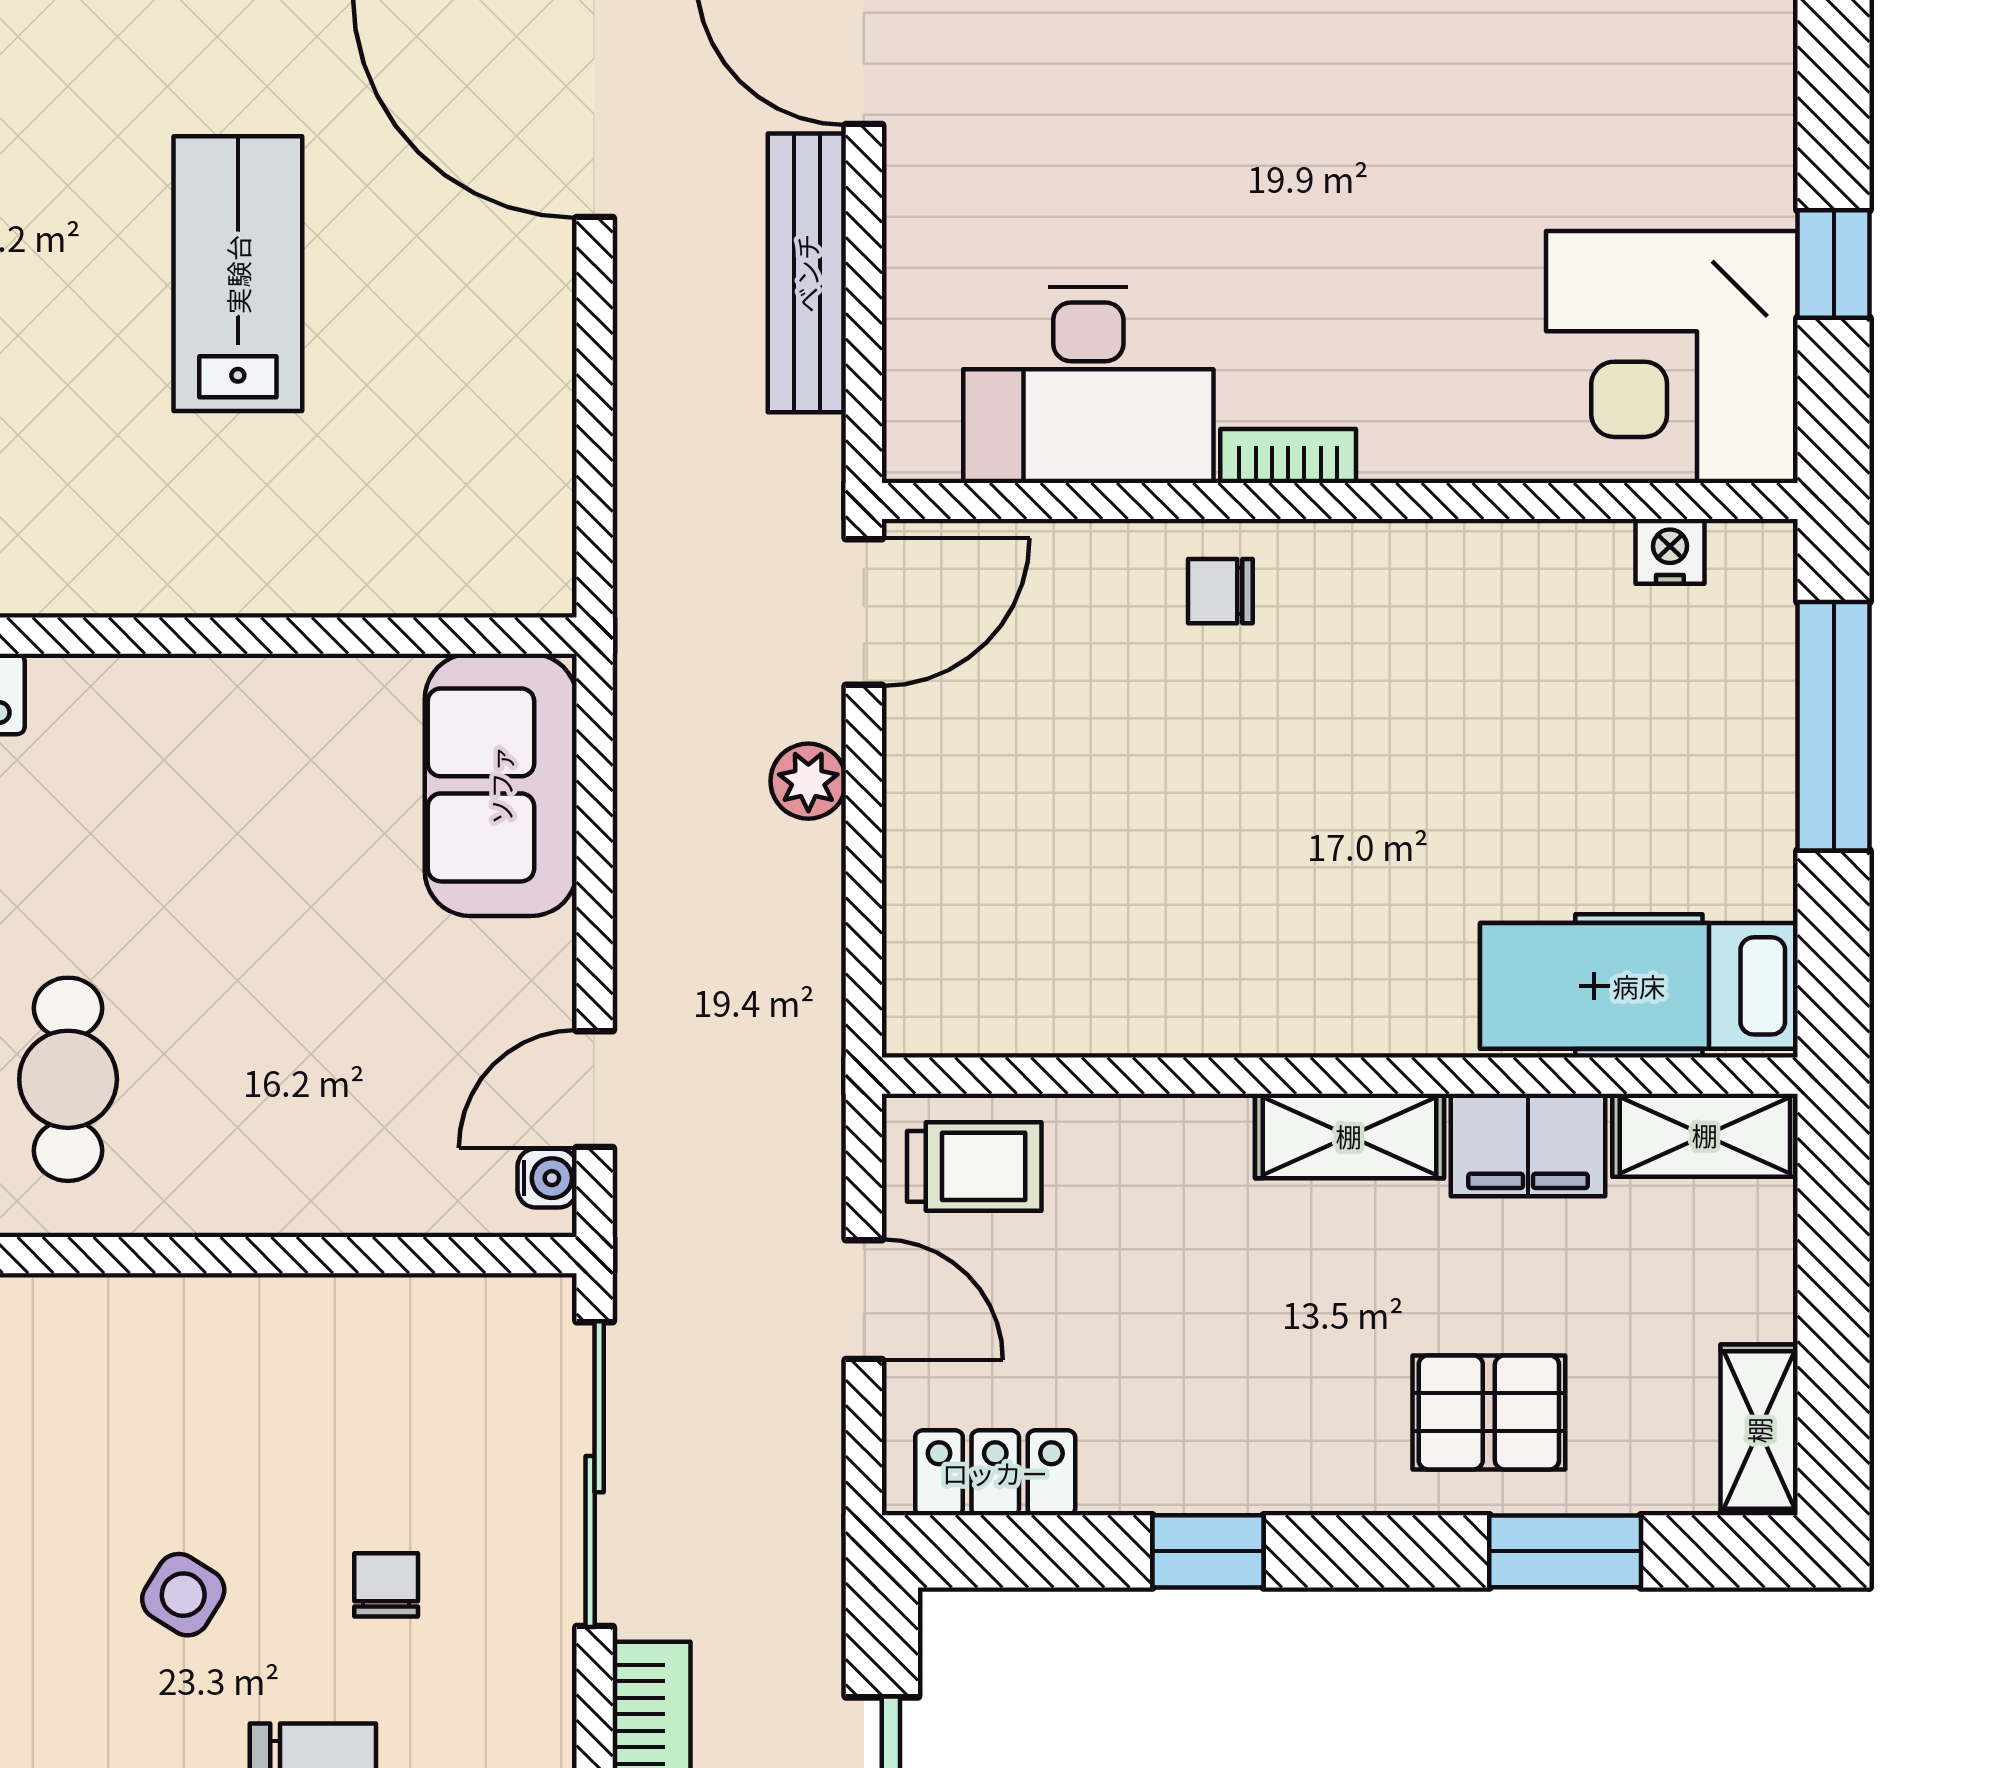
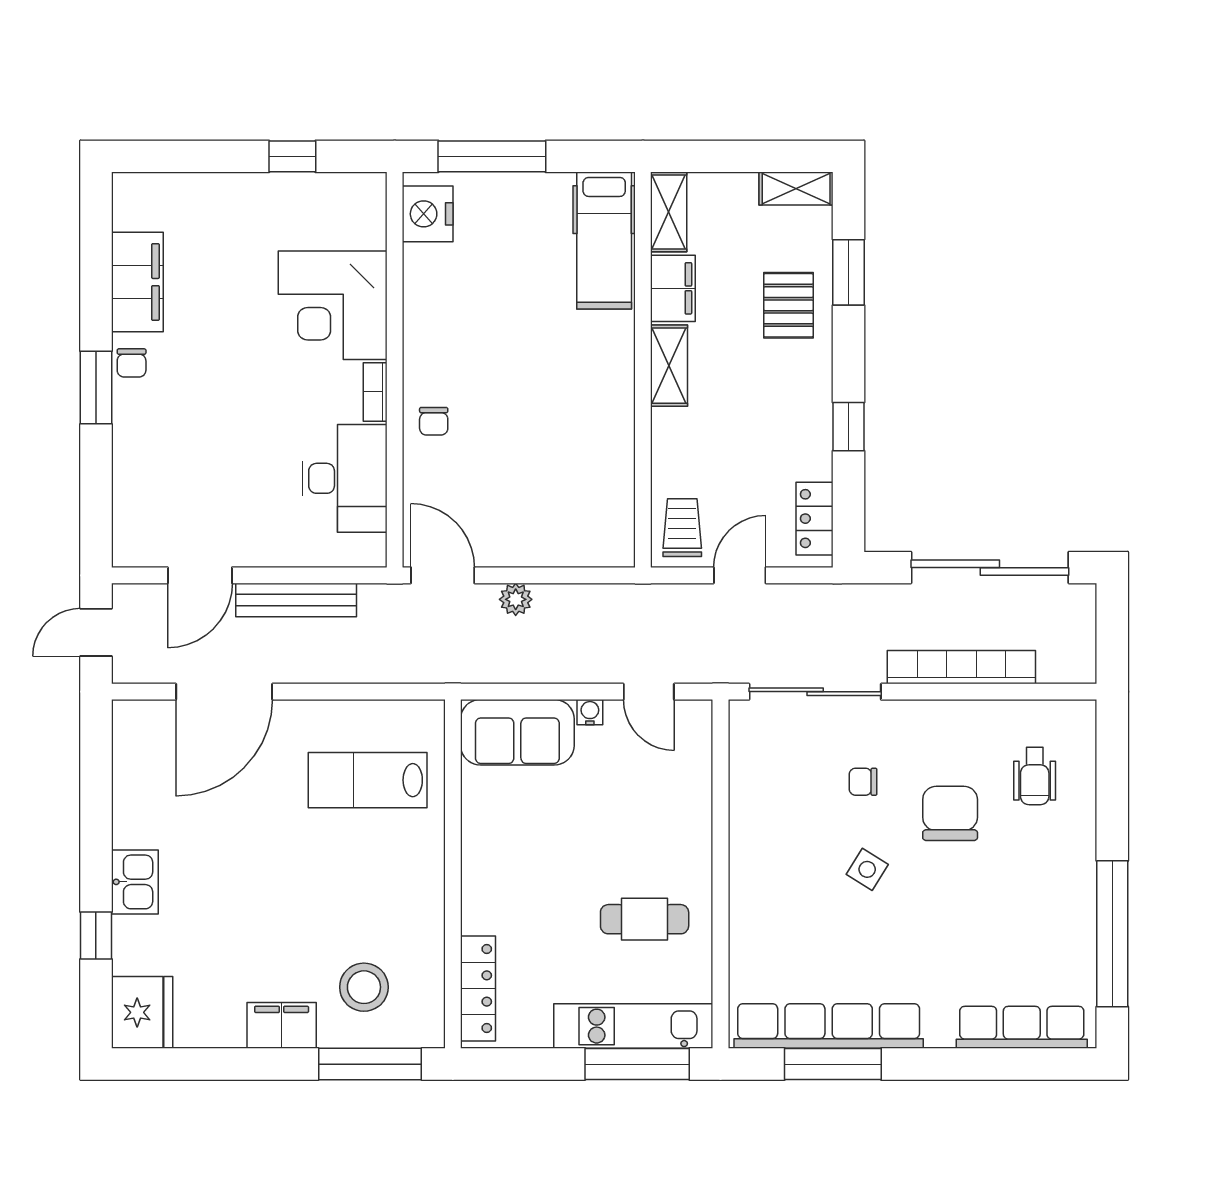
lab bench: (238, 274) -> (368, 780), moved
corner desk: (1672, 357) -> (333, 305), moved, turned 90
nightstand: (1670, 551) -> (428, 214), width x1.89, depth x1.79
water cooler: (547, 1178) -> (590, 712), moved

